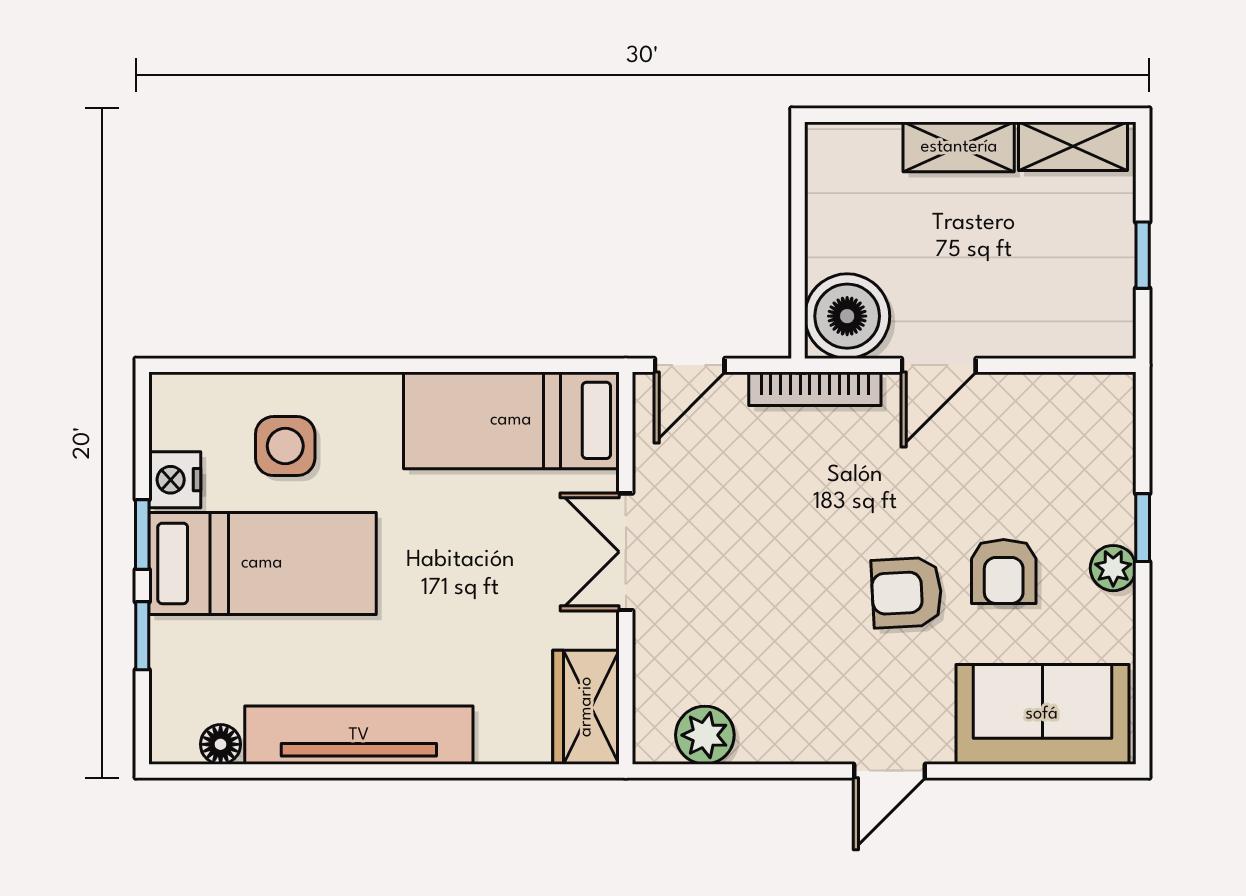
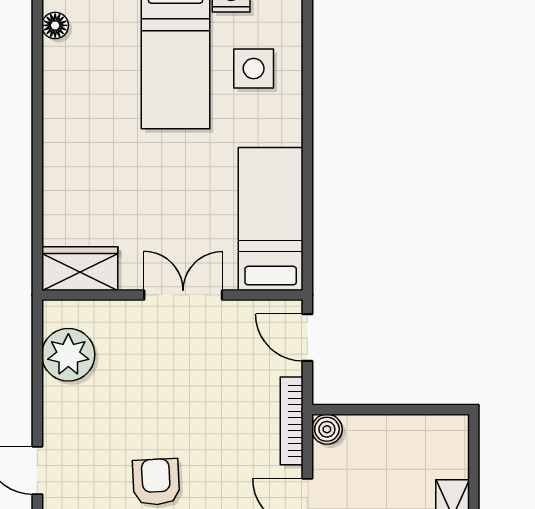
boiler: (847, 316) -> (327, 429), width x0.54, depth x0.54
tv unit: (359, 735) -> (61, 118), removed
plant: (705, 735) -> (68, 355), width x1.36, depth x1.36

